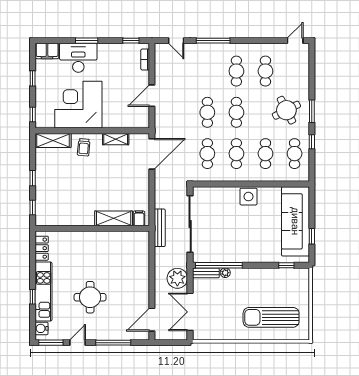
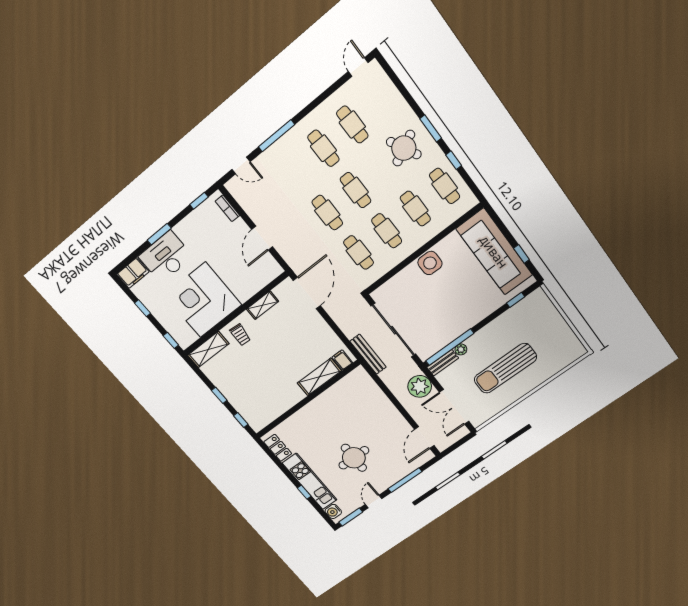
sun lounger: (271, 317) -> (505, 368), moved

